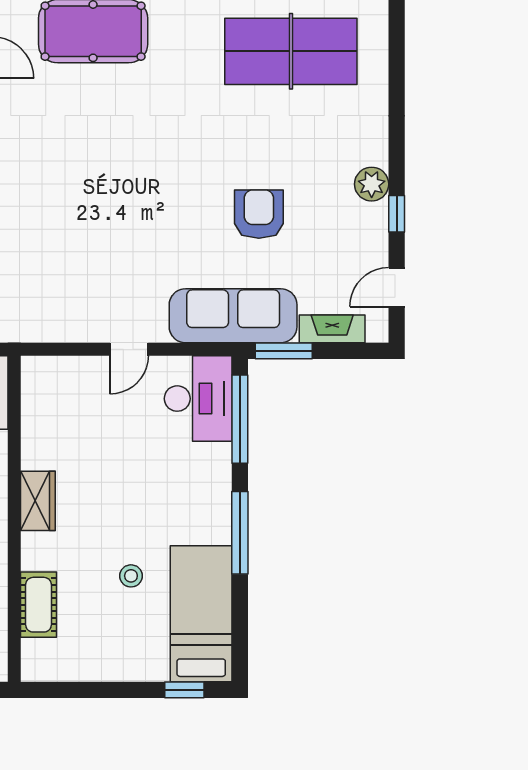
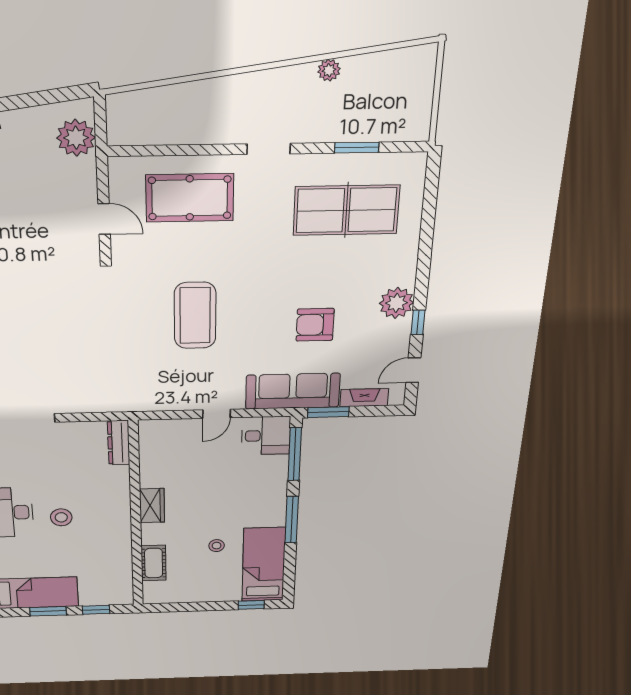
plant: (372, 184) -> (397, 303), width x1.36, depth x1.36
coffee table: (100, 197) -> (195, 316), added
armchair: (259, 214) -> (315, 325), turned -90
desk: (198, 399) -> (266, 436), width x0.73

